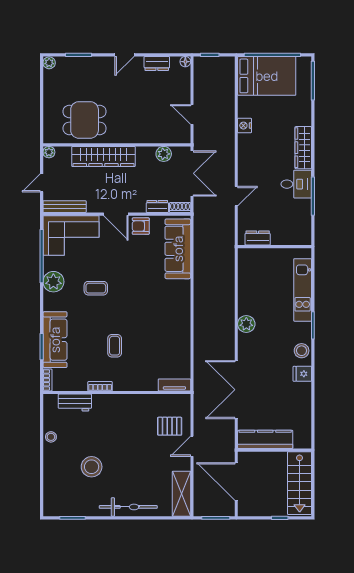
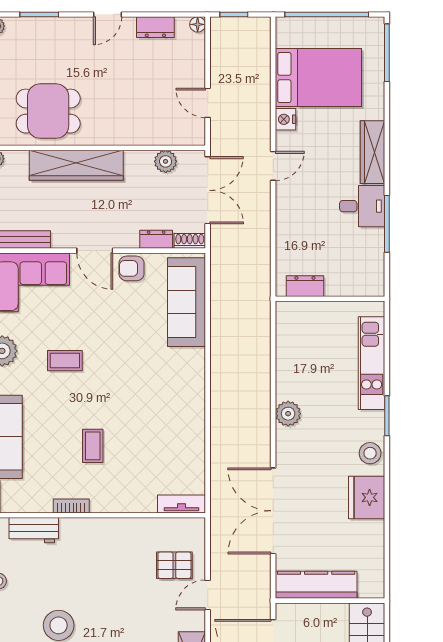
bed: (267, 76) -> (318, 78), moved
door: (236, 196) -> (273, 166), moved
fridge: (302, 374) -> (367, 497), width x1.88, depth x1.34

